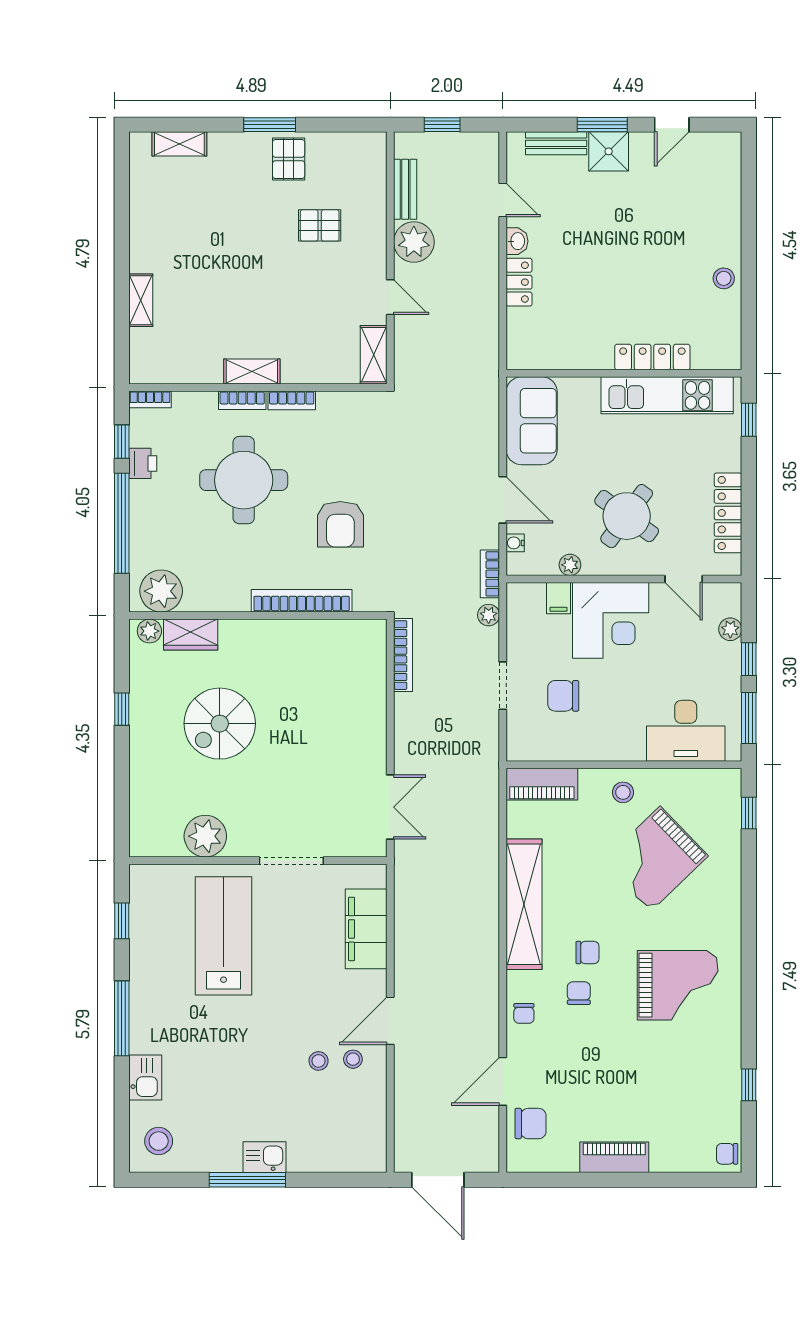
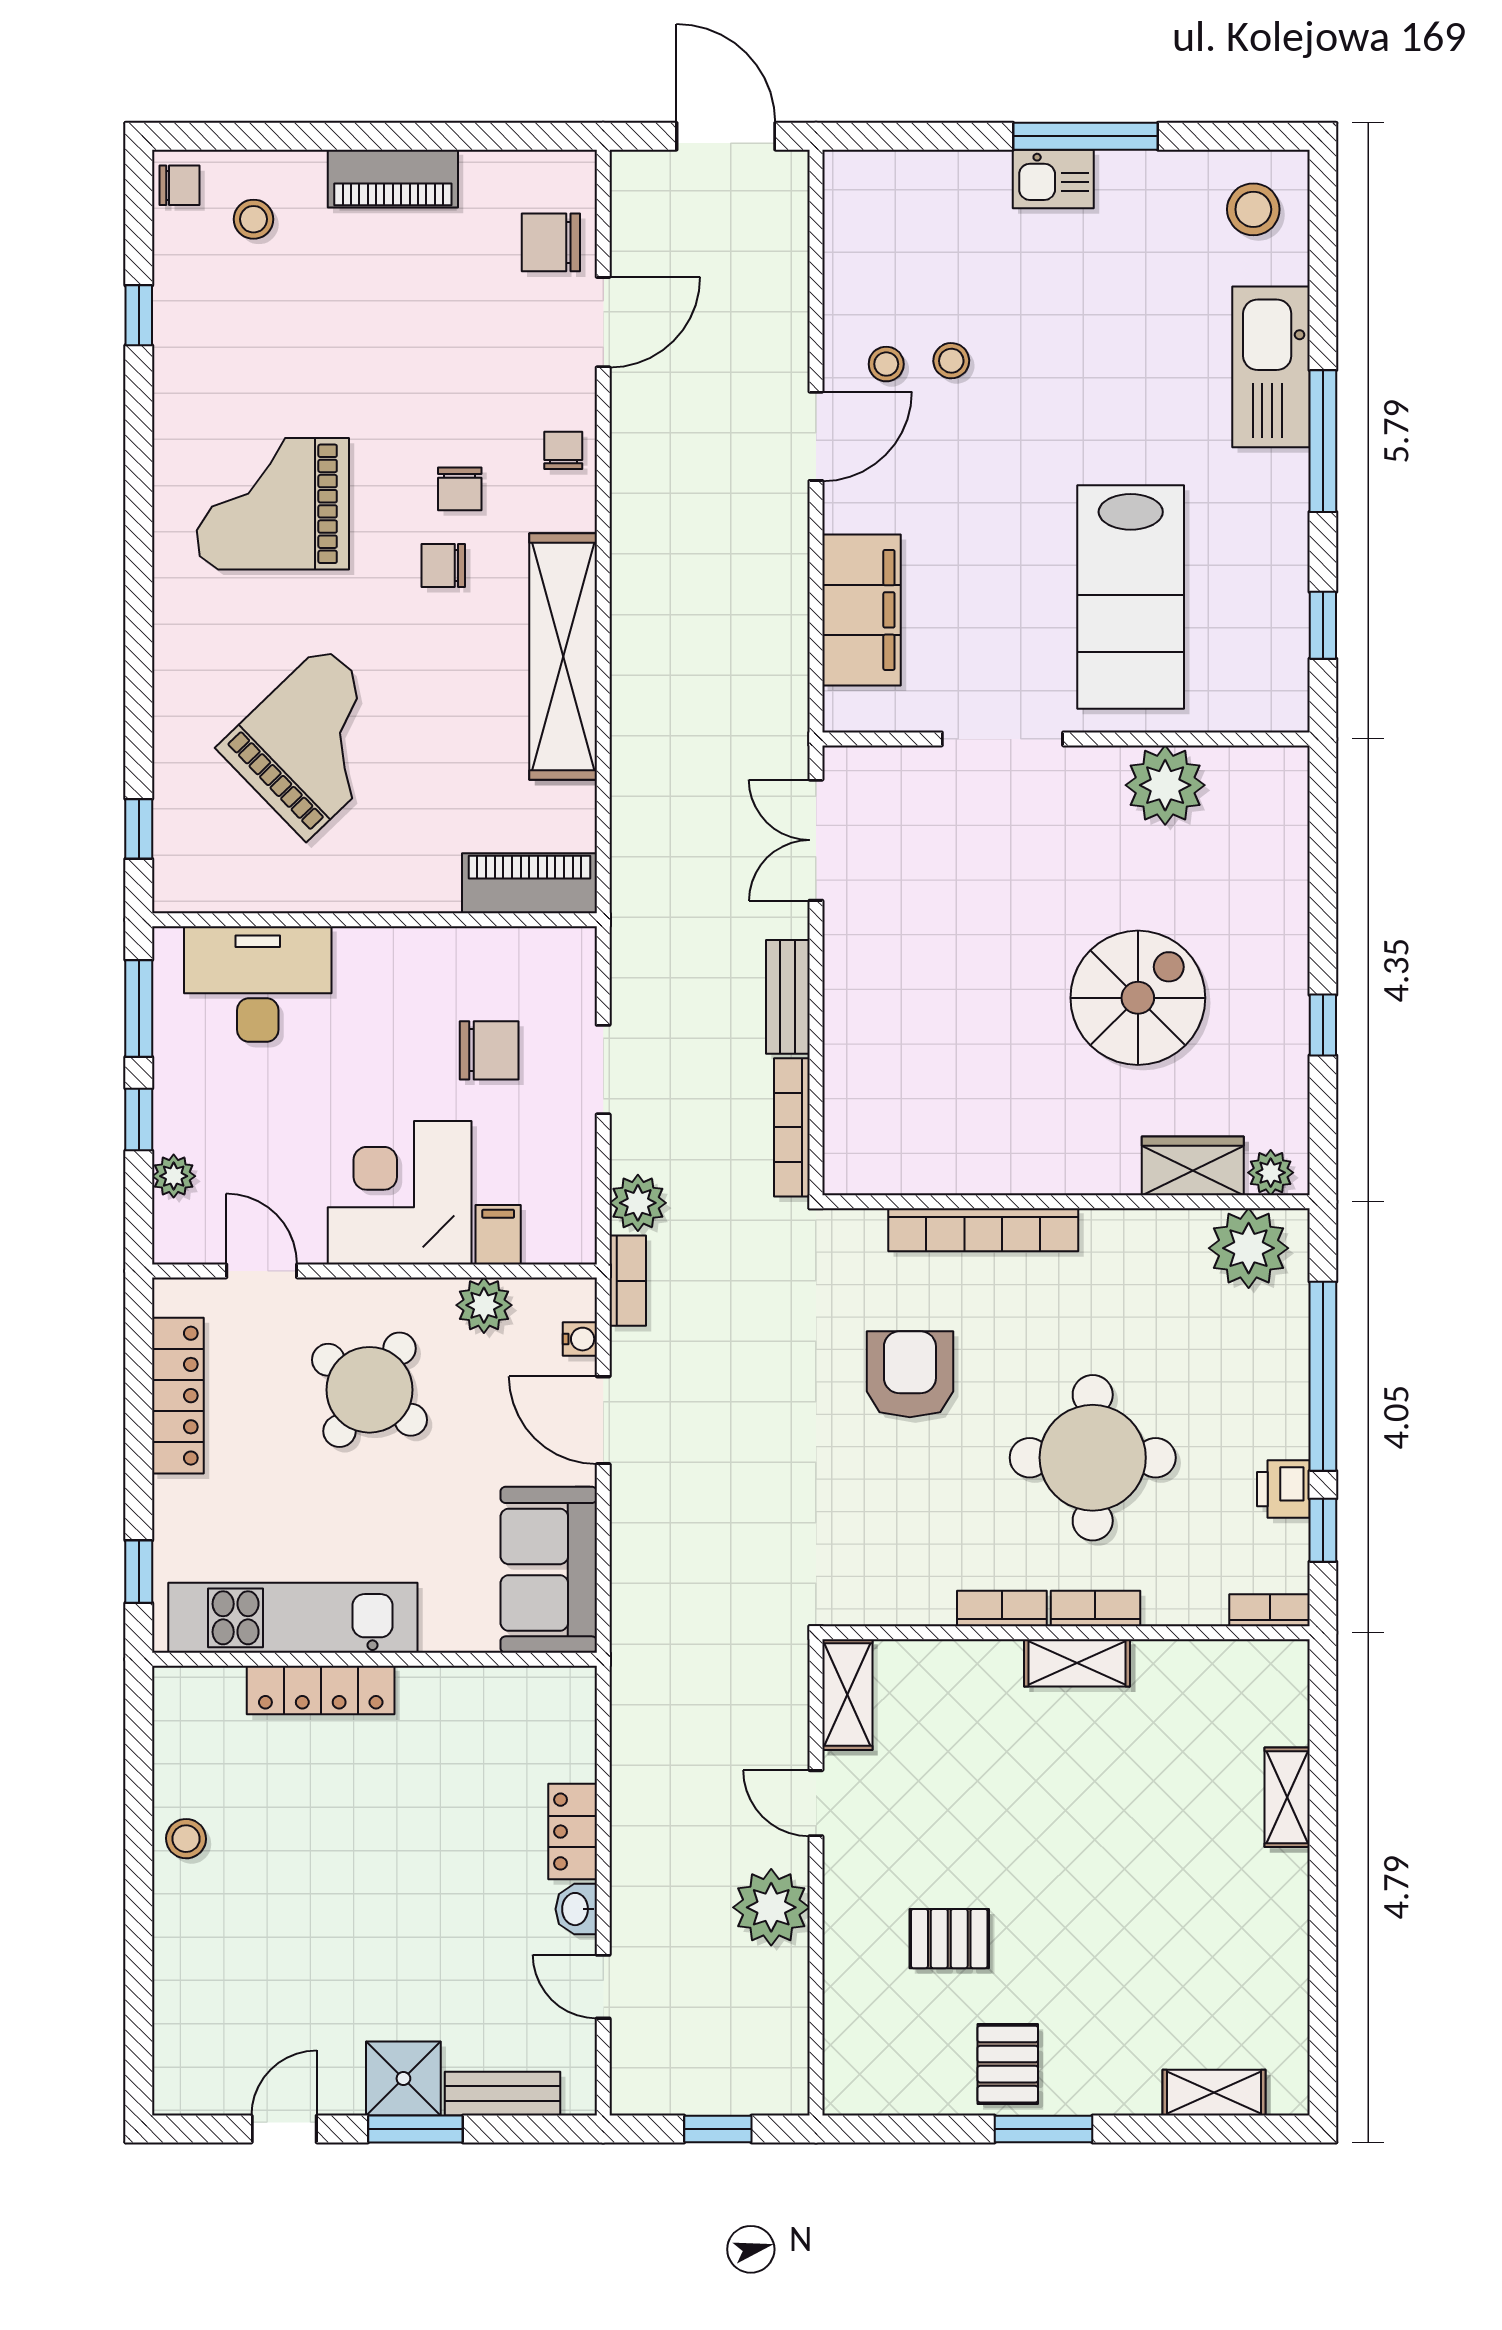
bench: (405, 189) -> (788, 997), moved
plant: (570, 565) -> (484, 1305), width x1.38, depth x1.38
plant: (489, 615) -> (638, 1203), width x1.38, depth x1.38
stool: (623, 792) -> (253, 219), moved
kitchen sink: (145, 1078) -> (1271, 367), width x1.87, depth x1.24

